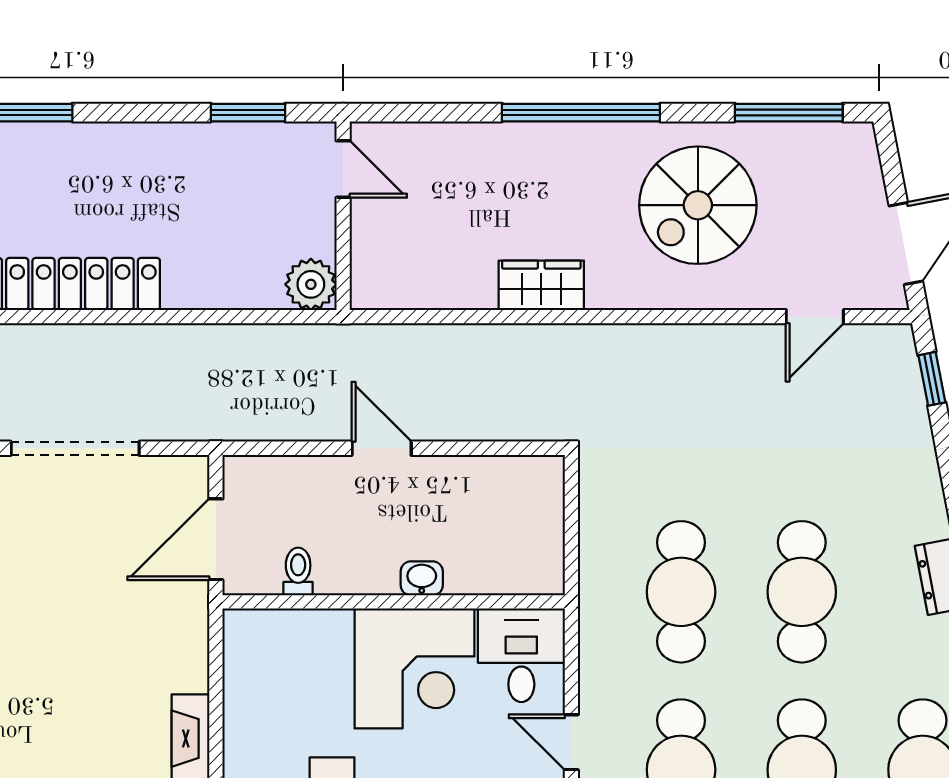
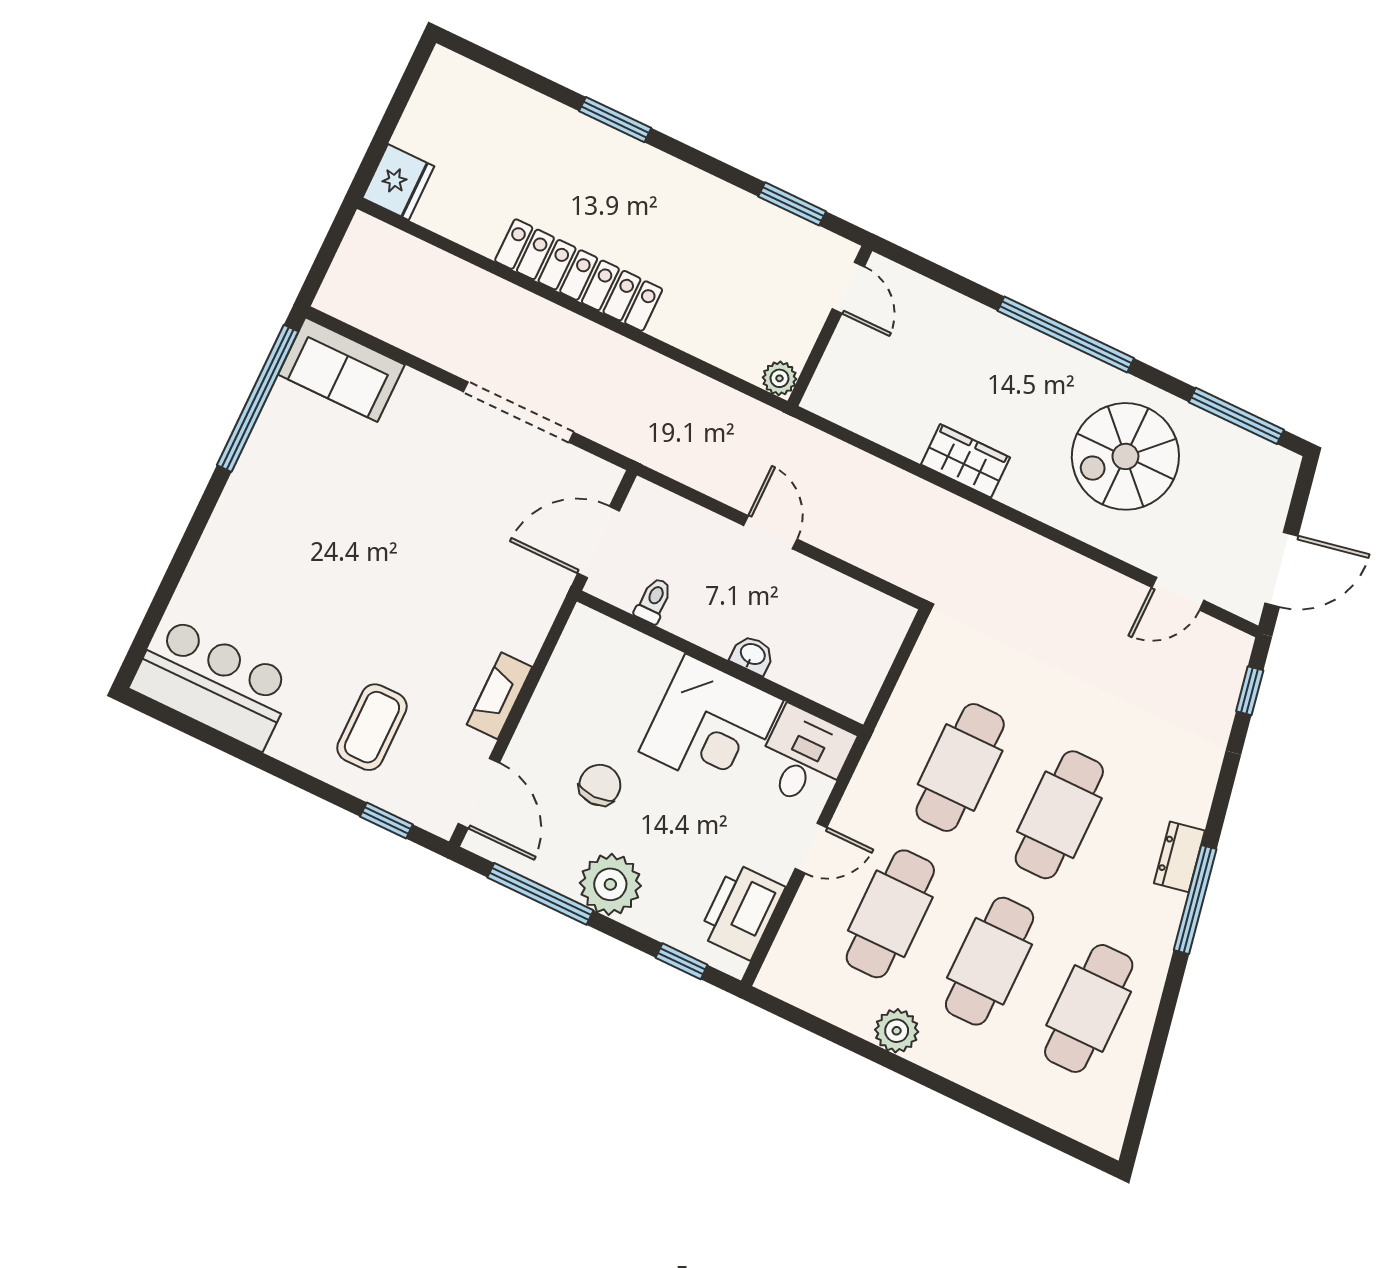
plant: (311, 284) -> (780, 378), width x0.73, depth x0.73
door: (571, 742) -> (811, 848), swing flipped

